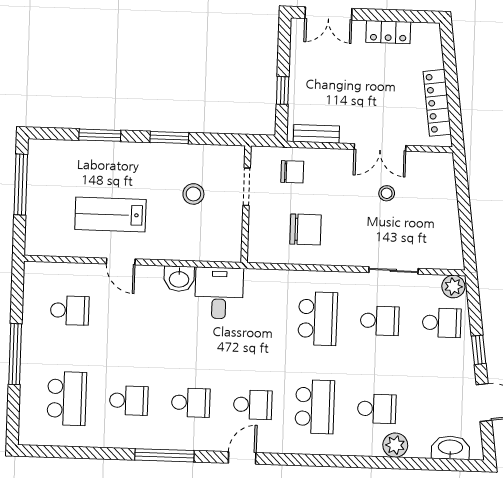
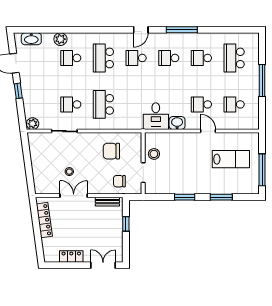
stool: (193, 194) -> (154, 154), moved
lab bench: (110, 214) -> (231, 159), moved
school desk: (442, 323) -> (201, 104), moved

